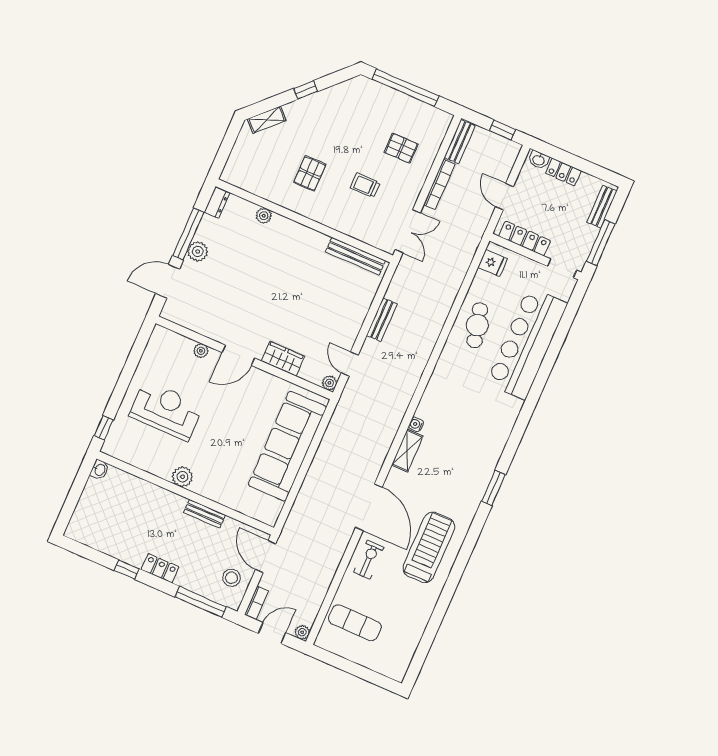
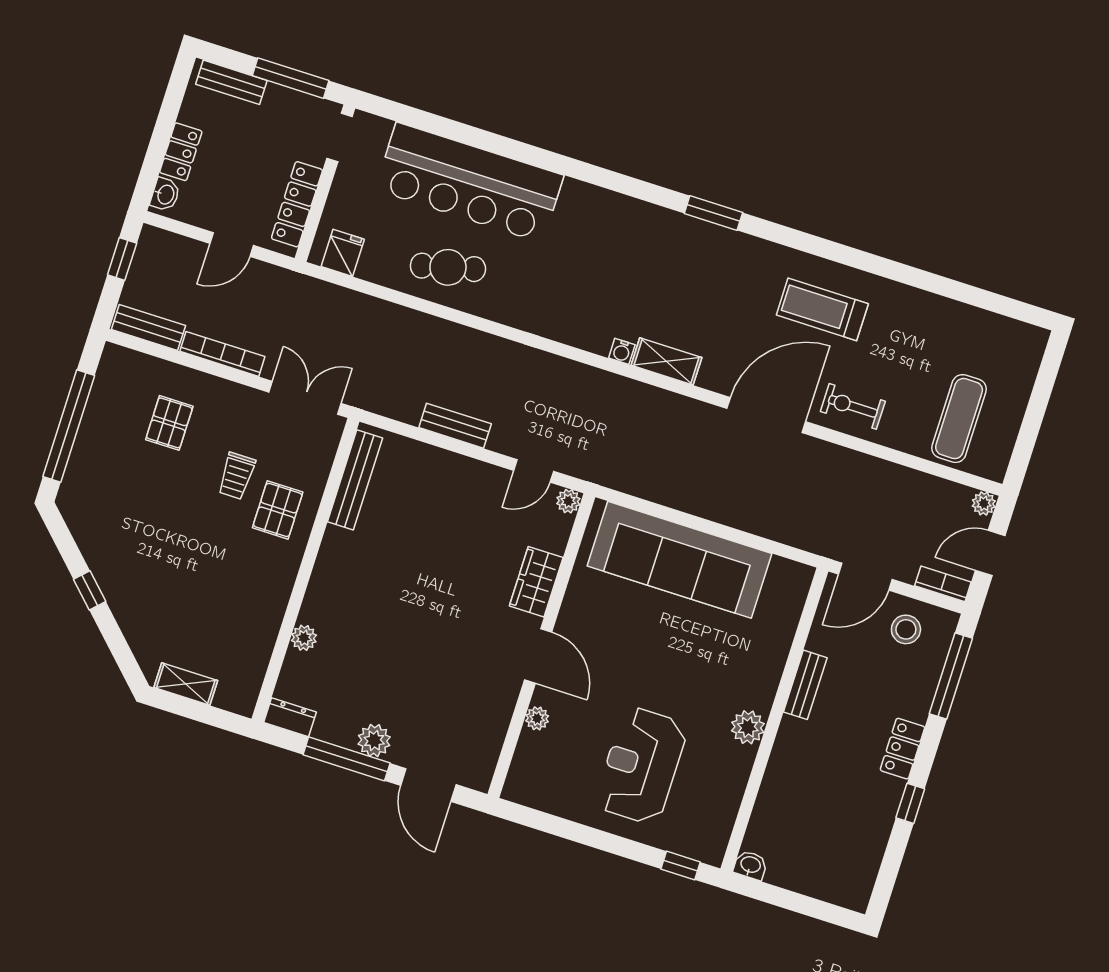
shelving: (267, 120) -> (186, 684), moved, turned -45
pallet: (310, 173) -> (278, 510), moved, turned 90
treadmill: (429, 547) -> (822, 309), width x0.73, depth x0.73
door: (272, 633) -> (990, 553), hinge flipped

